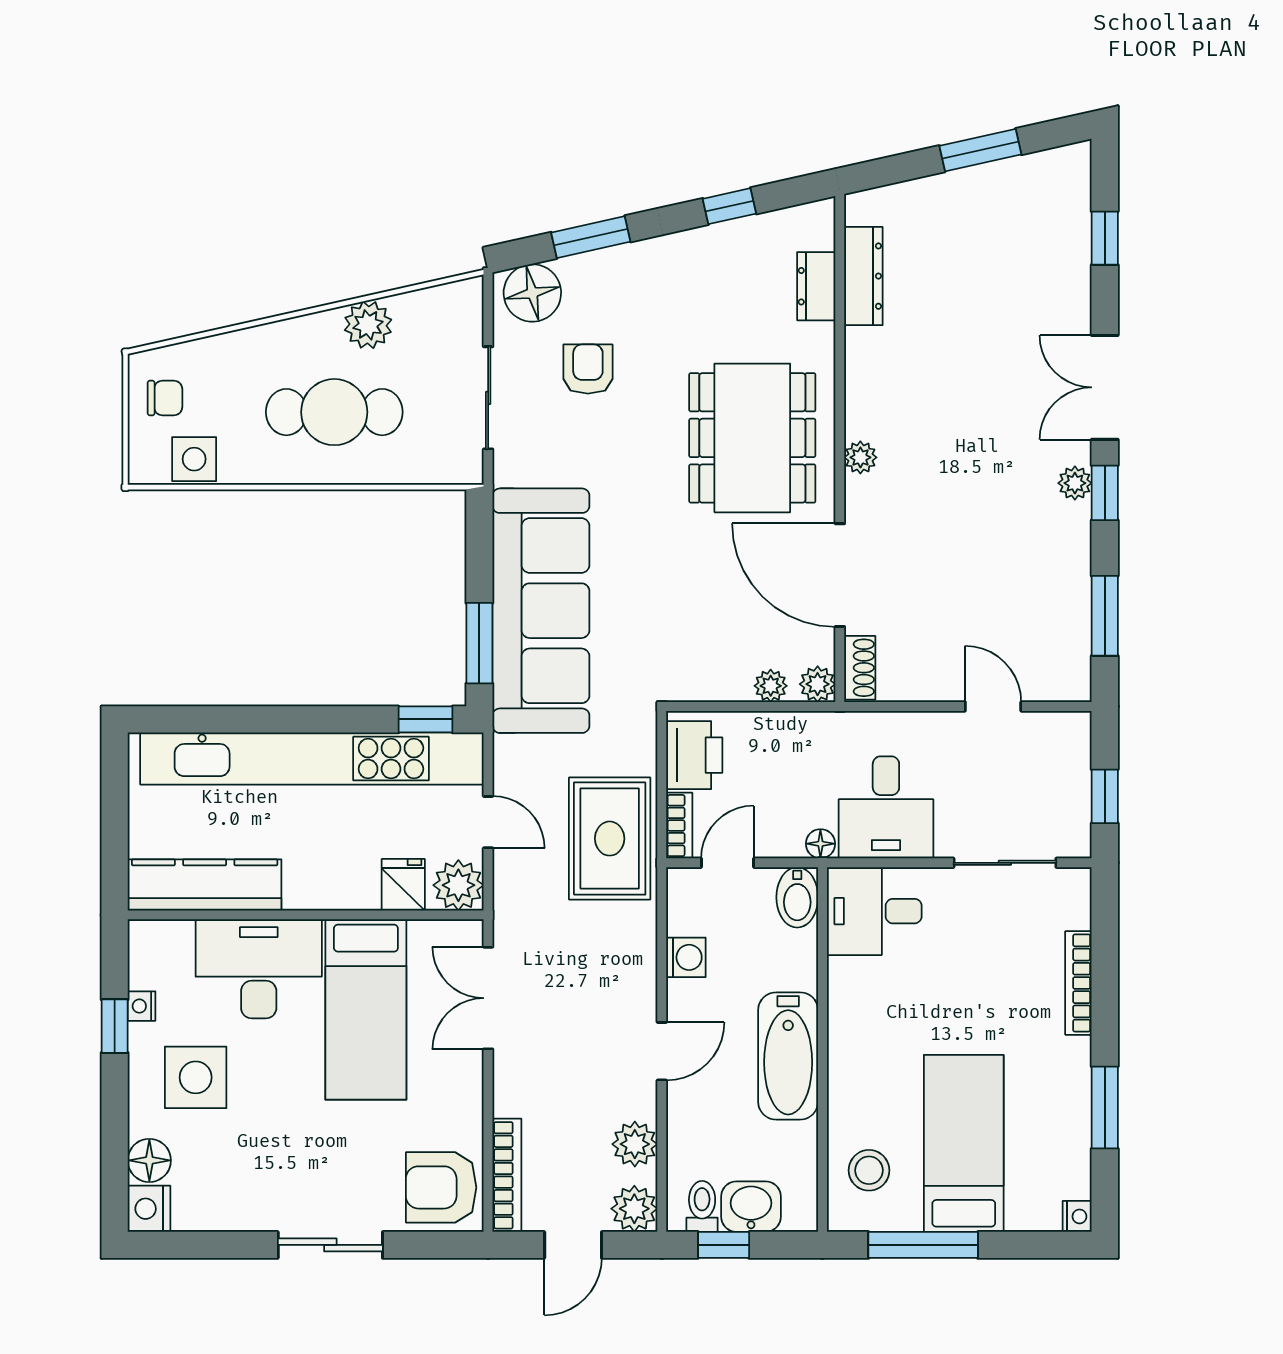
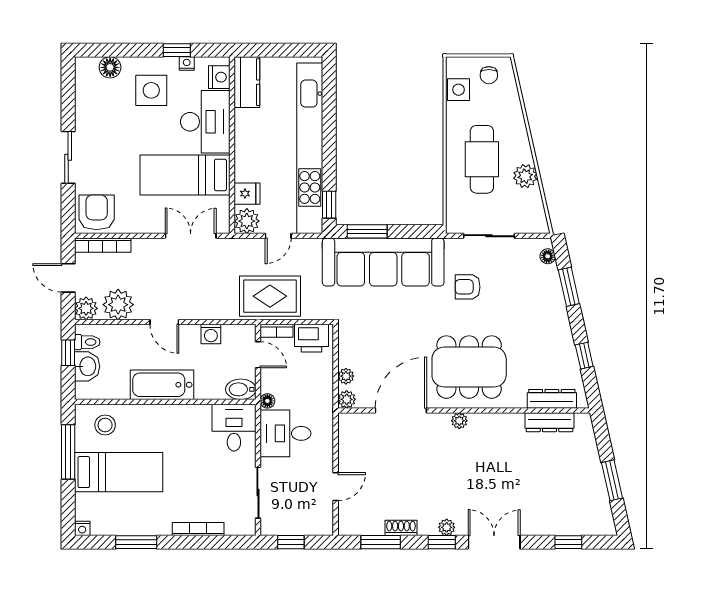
dresser: (816, 286) -> (552, 399), width x1.44
floor lamp: (532, 293) -> (548, 256), width x0.53, depth x0.53
armchair: (588, 369) -> (468, 287), moved, turned 180
shoe rack: (860, 668) -> (401, 528), moved, turned 180
kitchen counter: (205, 885) -> (247, 82), width x0.67
plant: (635, 1144) -> (118, 305), width x1.36, depth x1.36
nightstand: (149, 1209) -> (219, 77), moved, turned 90

